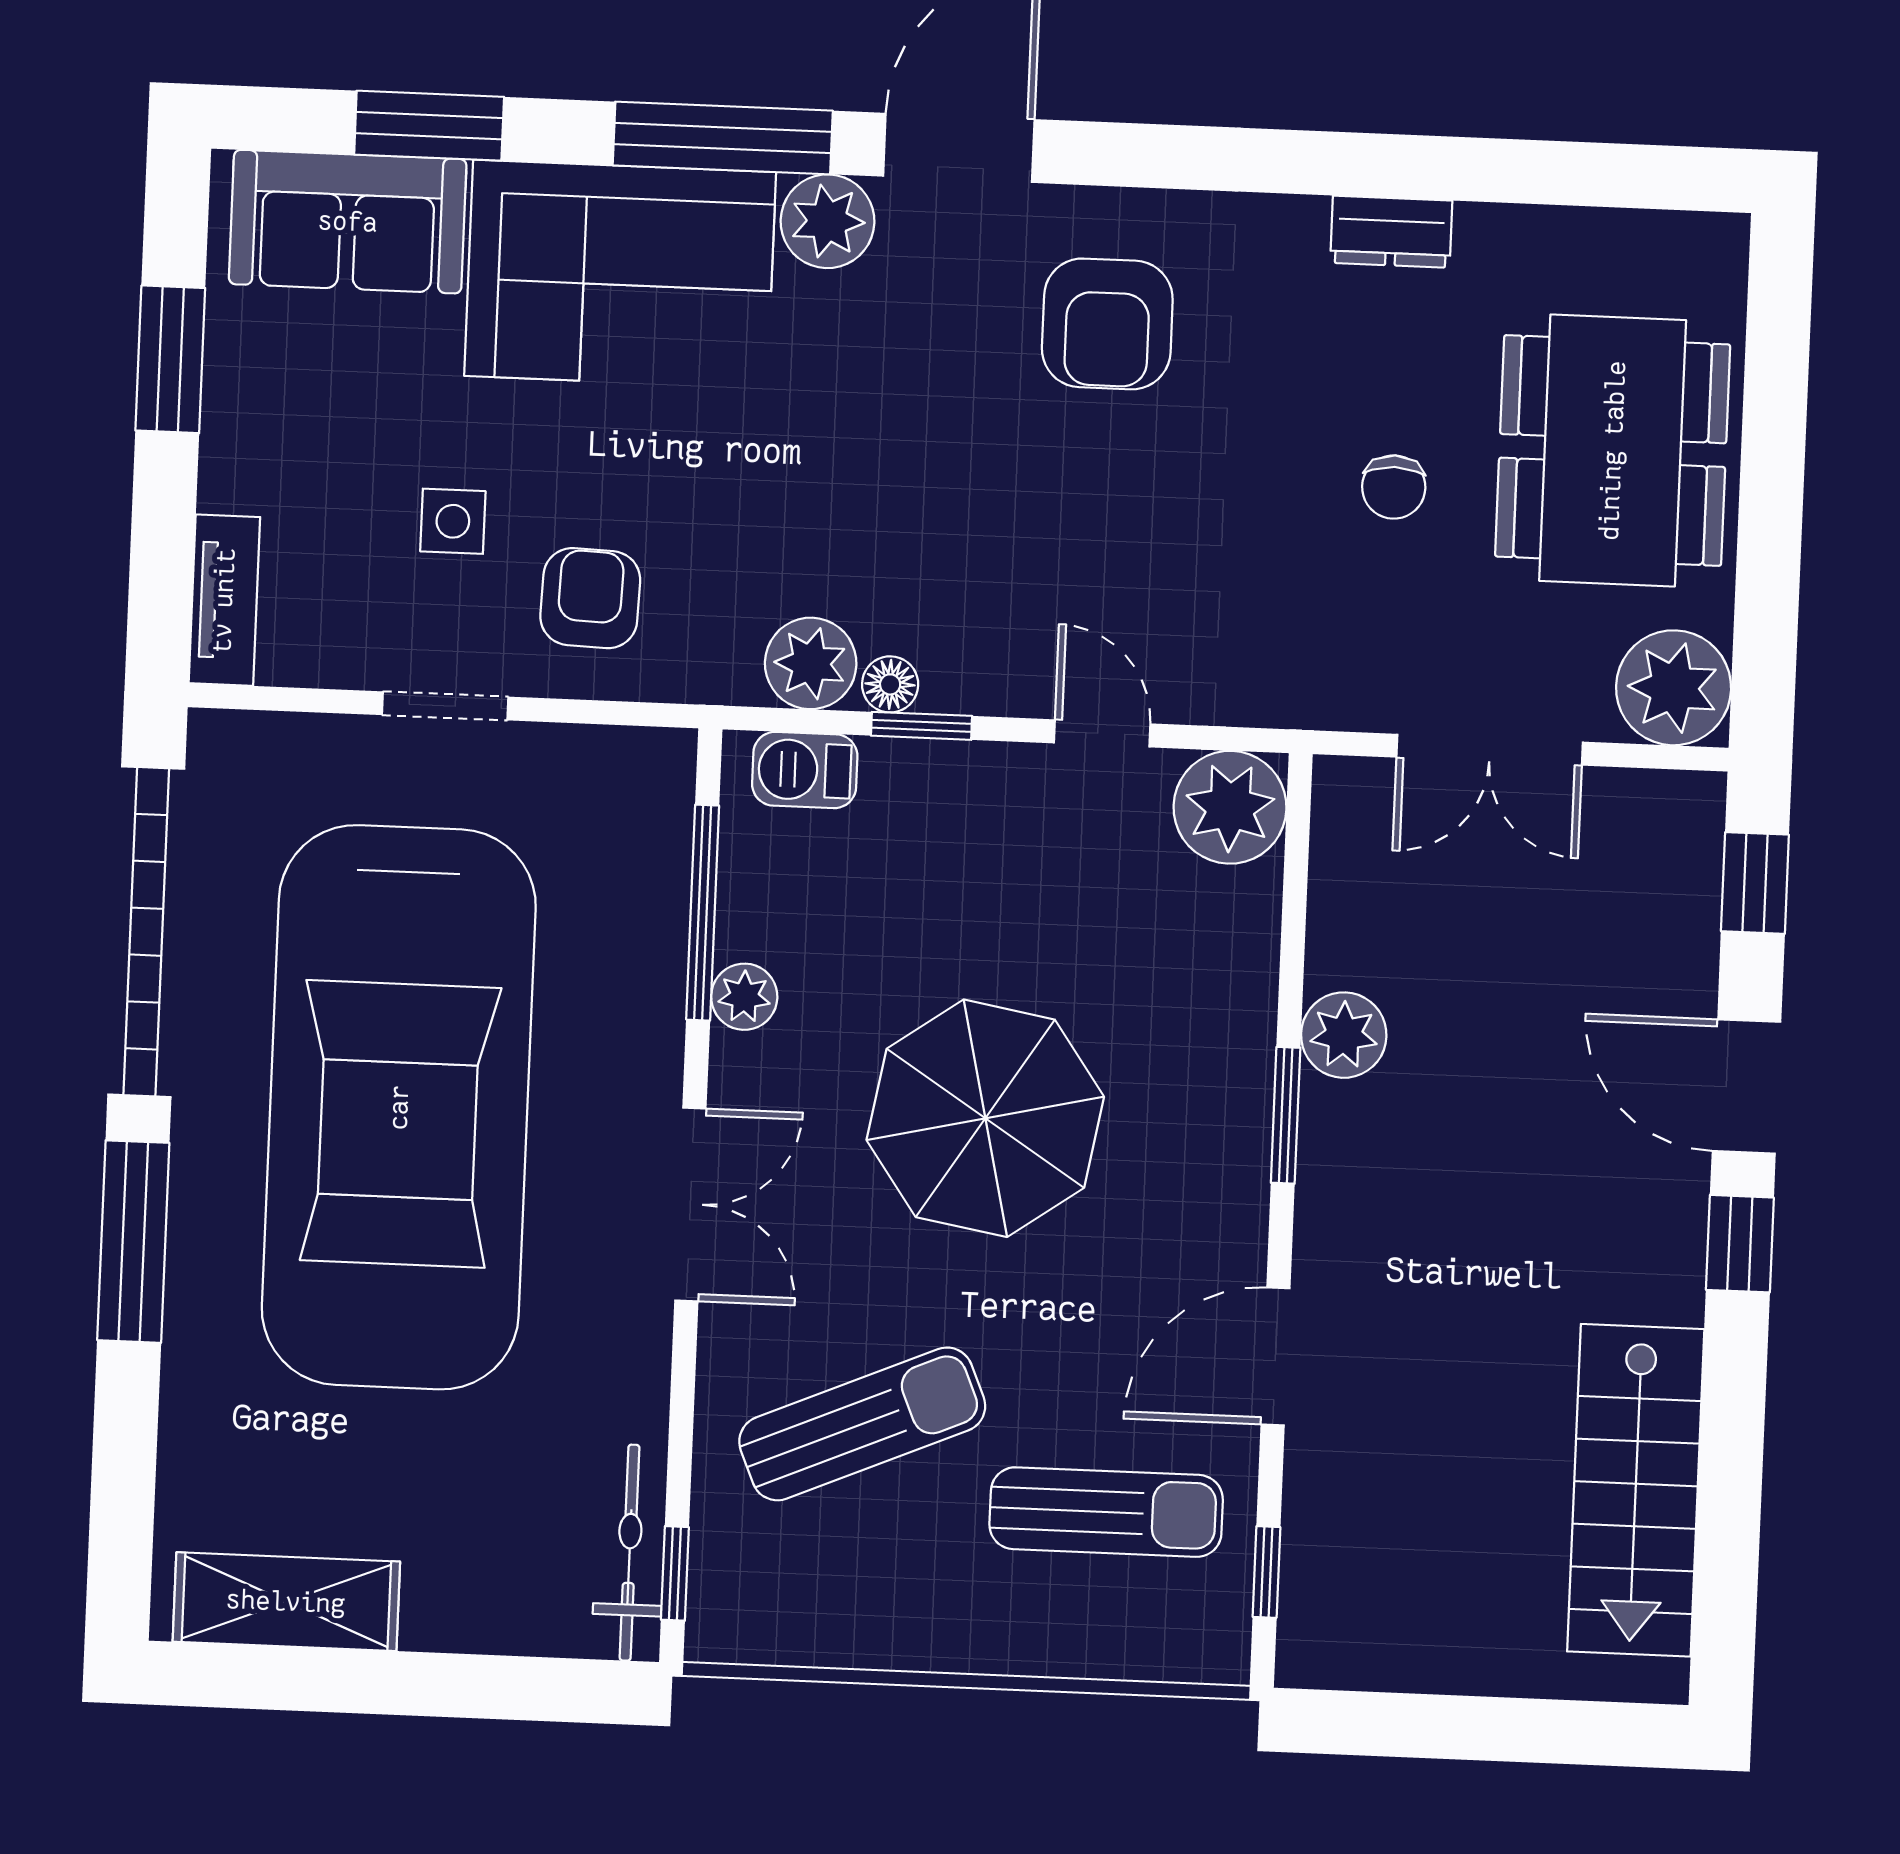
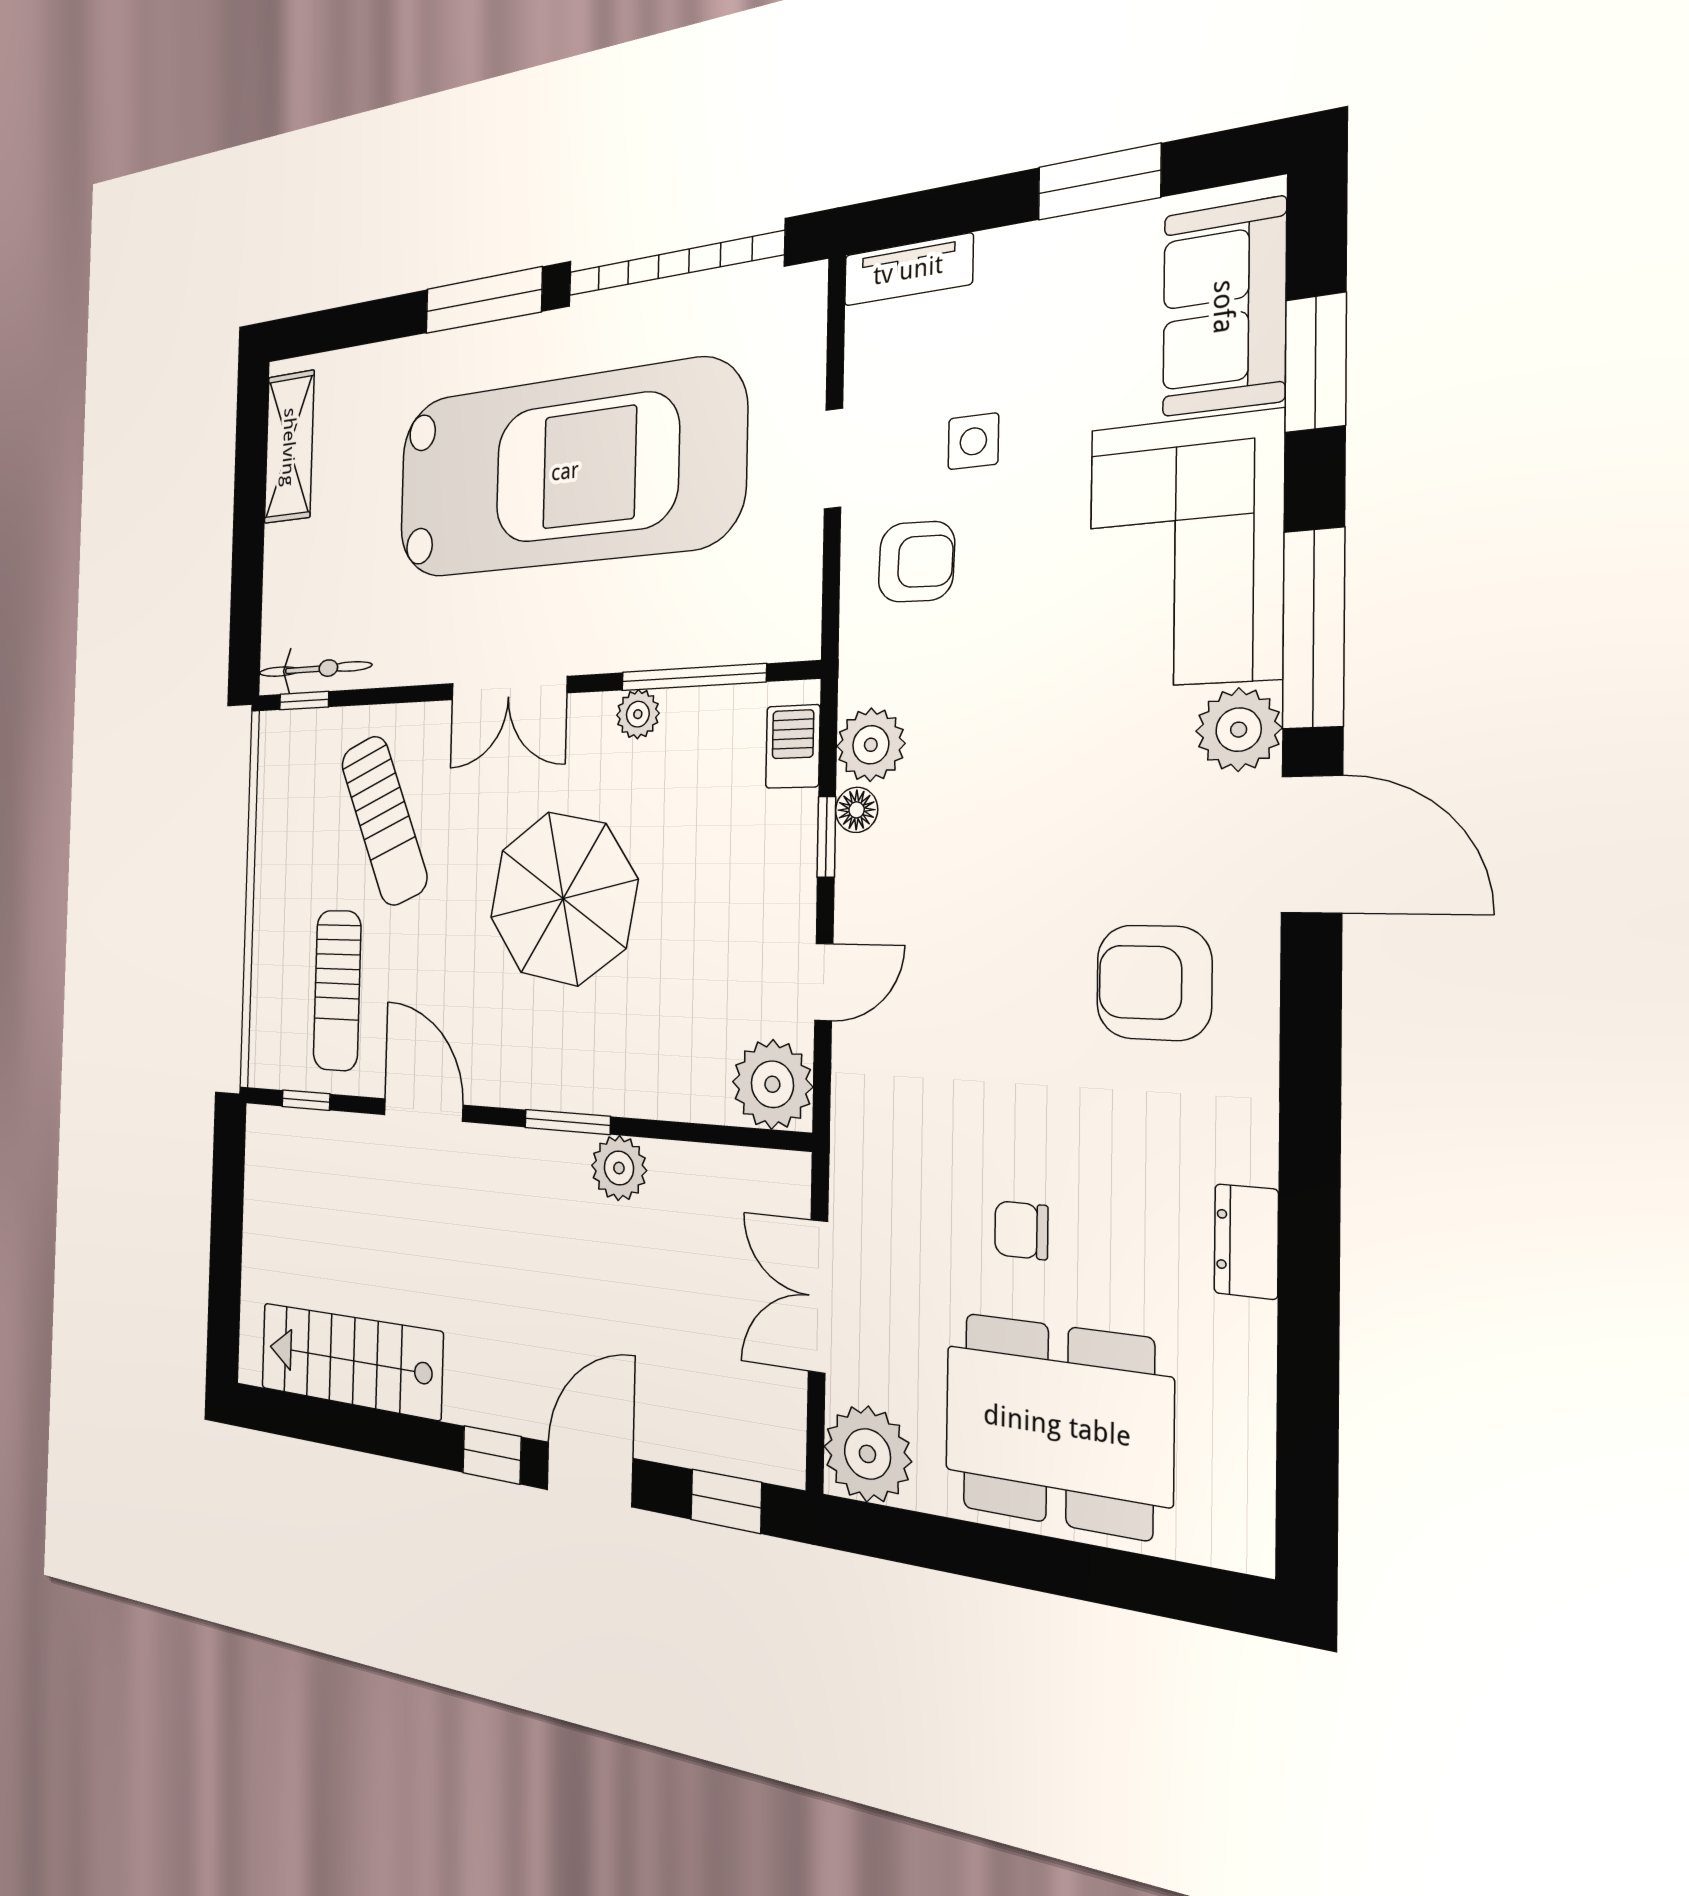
car: (399, 1107) -> (565, 471), turned 180

